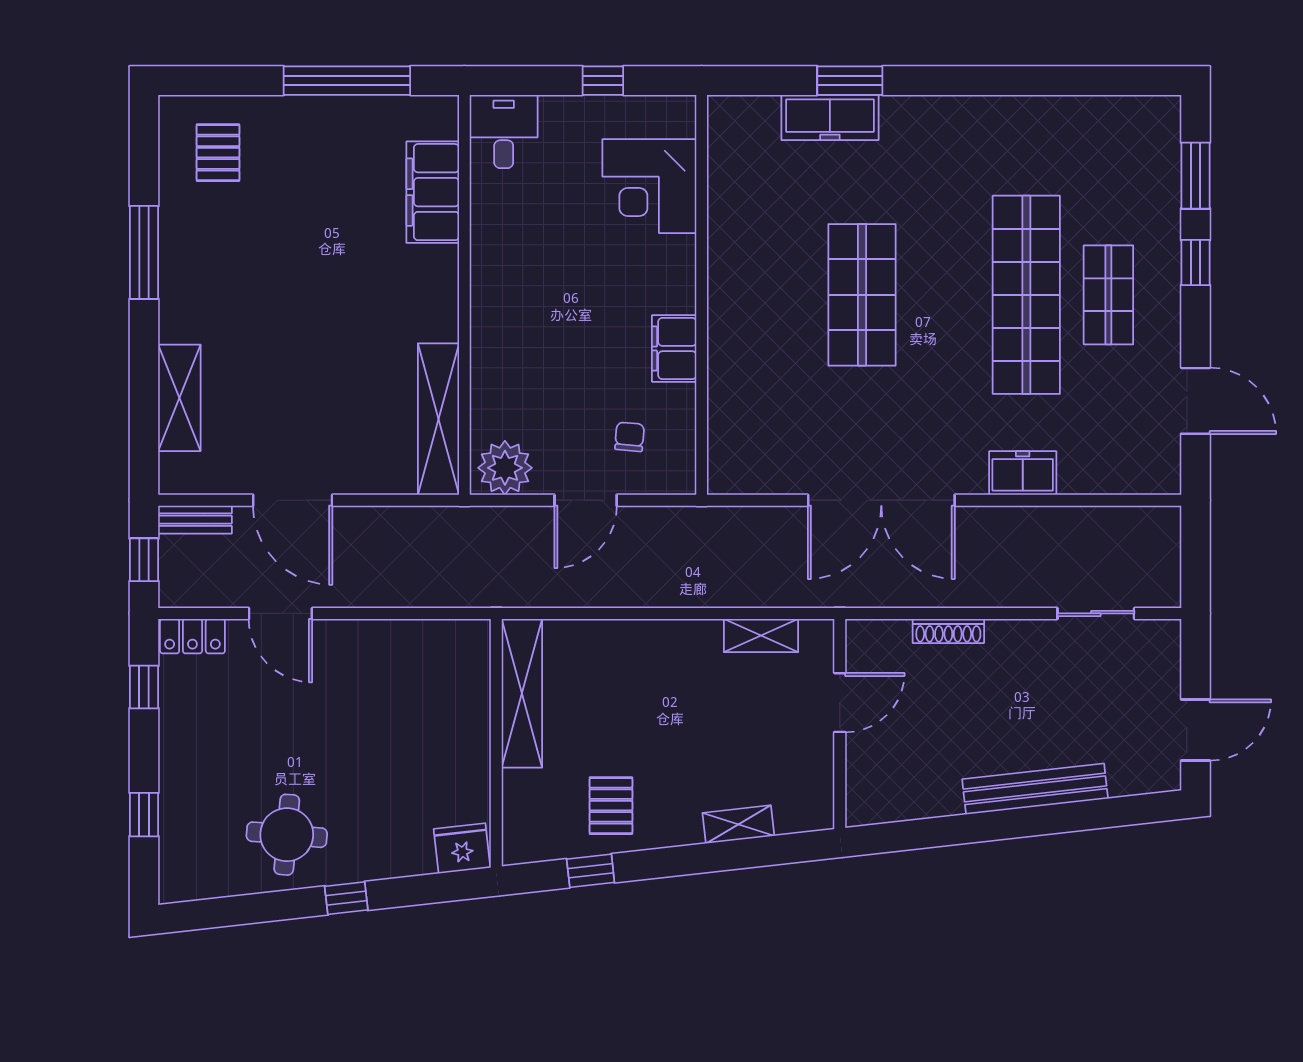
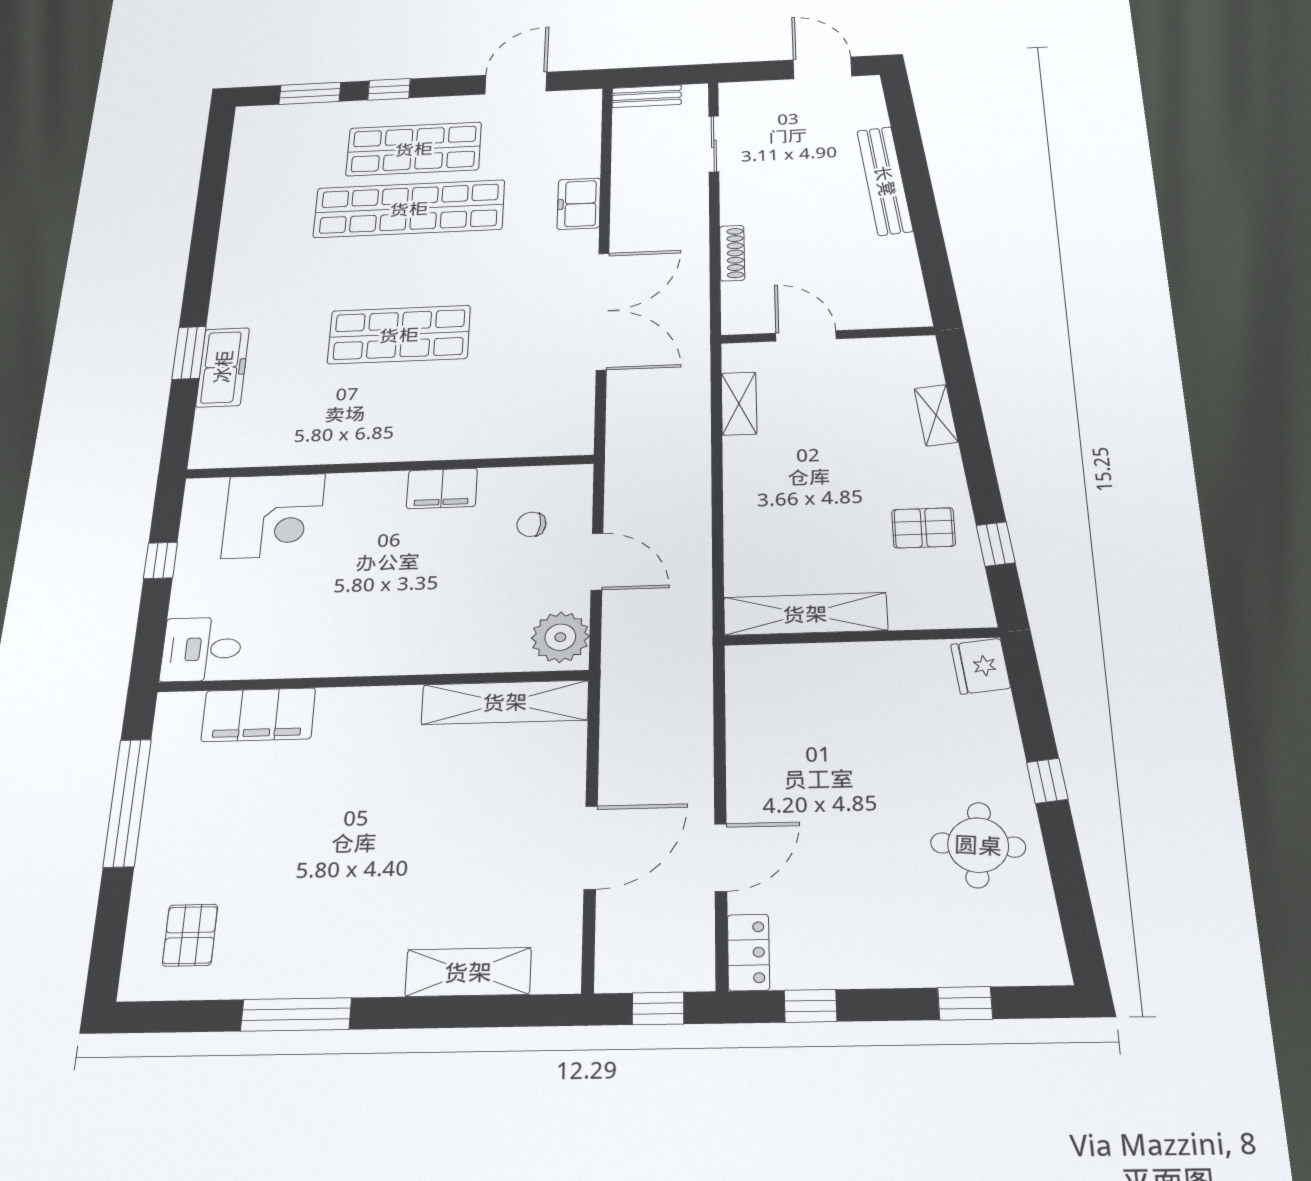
pallet: (218, 153) -> (190, 935), turned 90
shop shelf: (1108, 295) -> (414, 149), width x1.43, depth x1.36
bench: (195, 520) -> (647, 96), moved, turned 90

